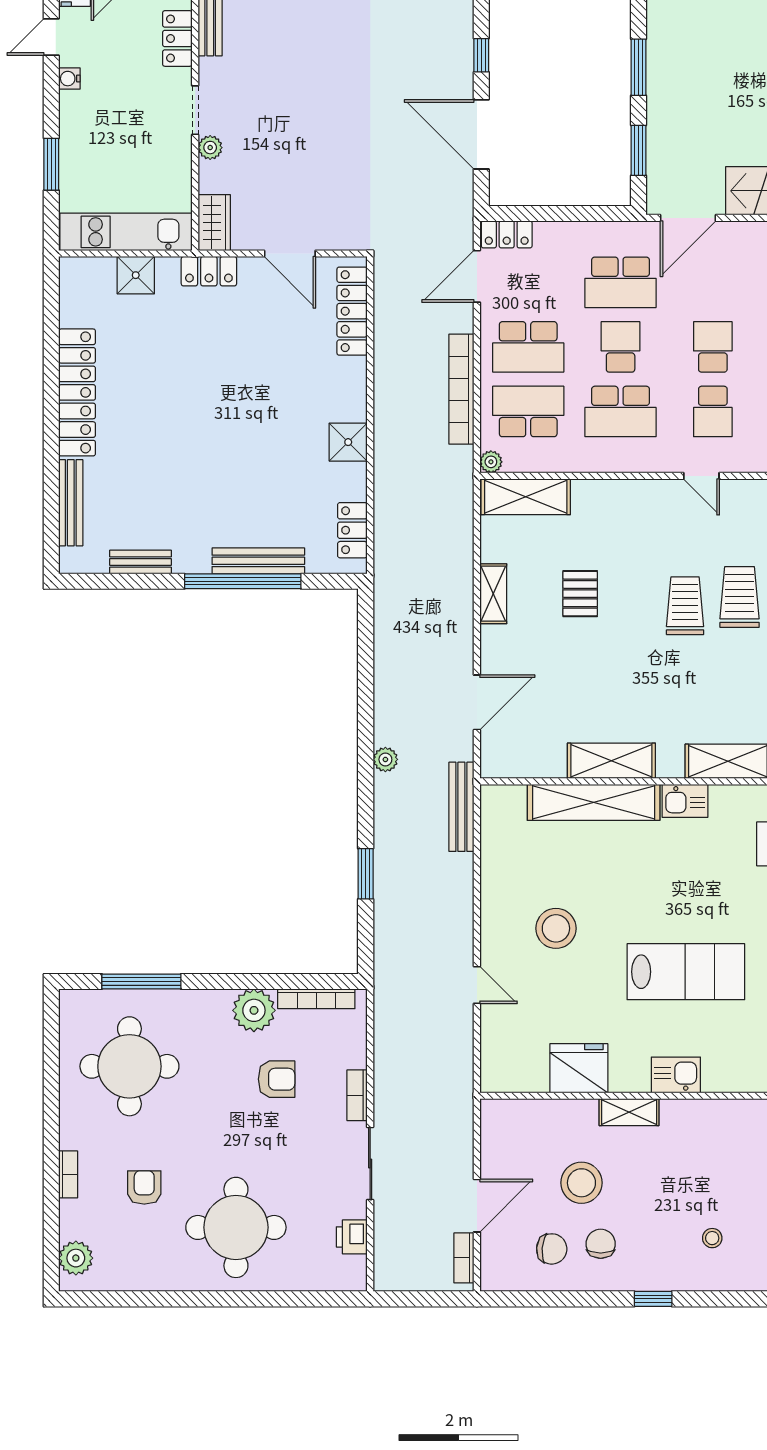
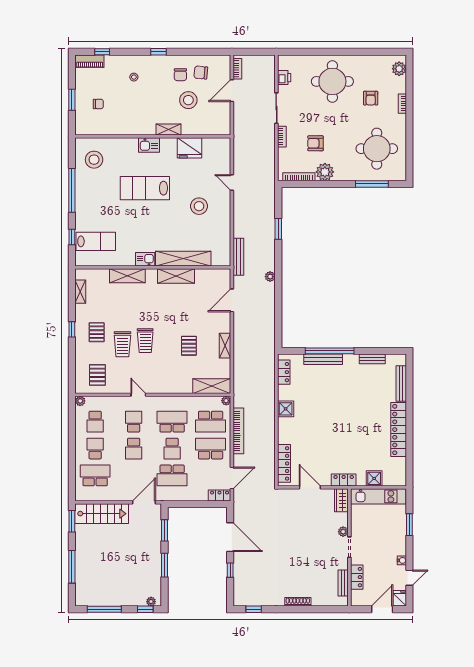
school desk: (621, 282) -> (172, 475), turned 180

